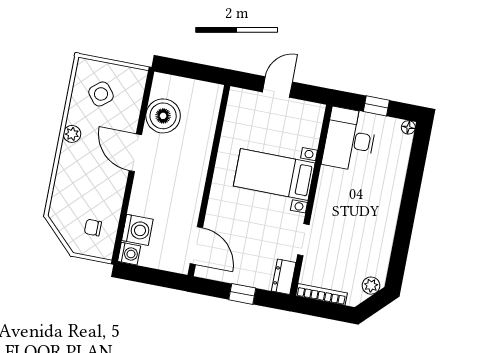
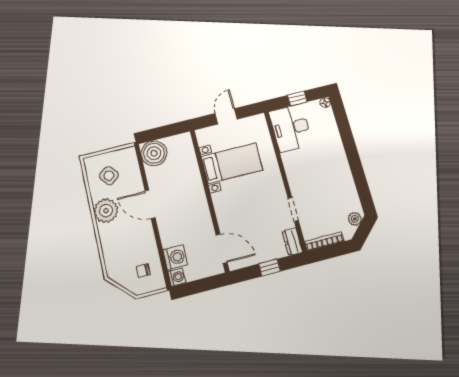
boiler: (163, 116) -> (154, 153), moved
plant: (72, 134) -> (106, 211), width x1.88, depth x1.88
bed with nightstands: (274, 175) -> (232, 163), moved, turned 180

